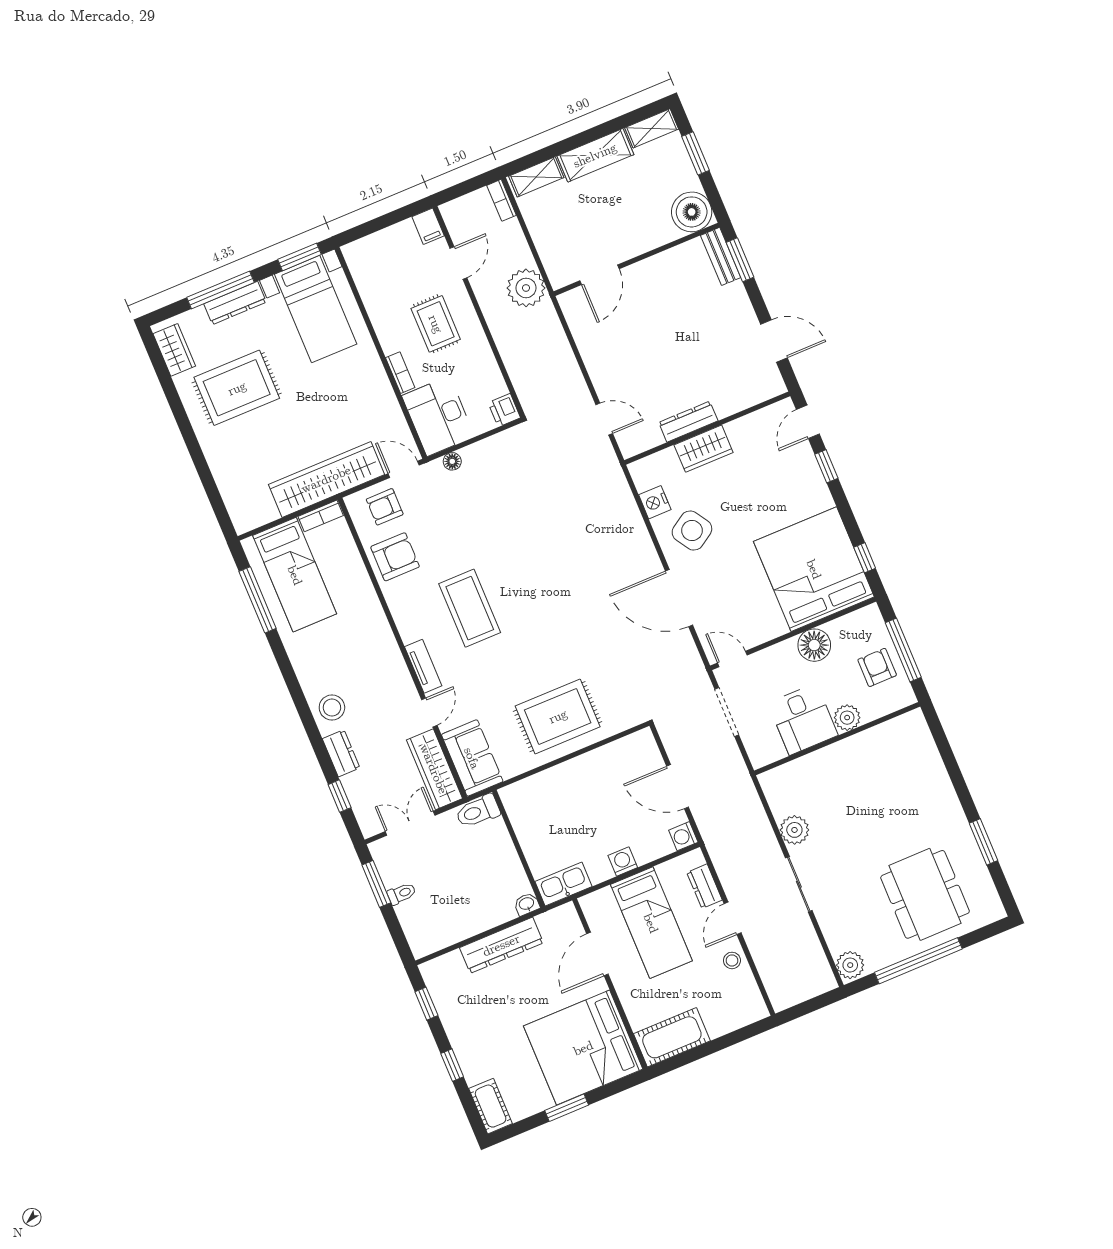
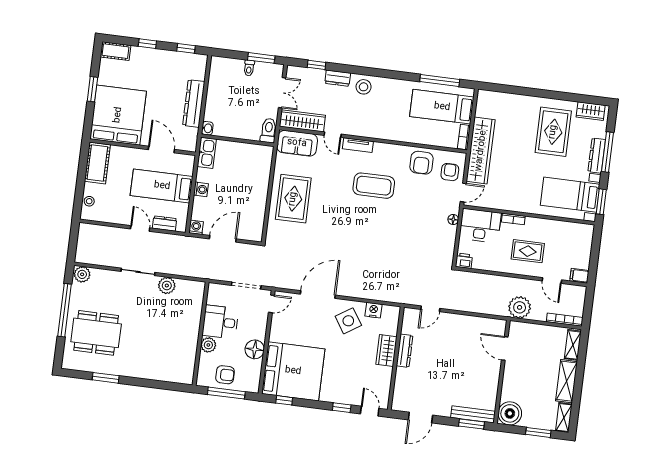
bookcase: (502, 200) -> (565, 320), width x1.56
bench: (721, 256) -> (473, 414), width x1.36
stool: (732, 960) -> (89, 201), moved

